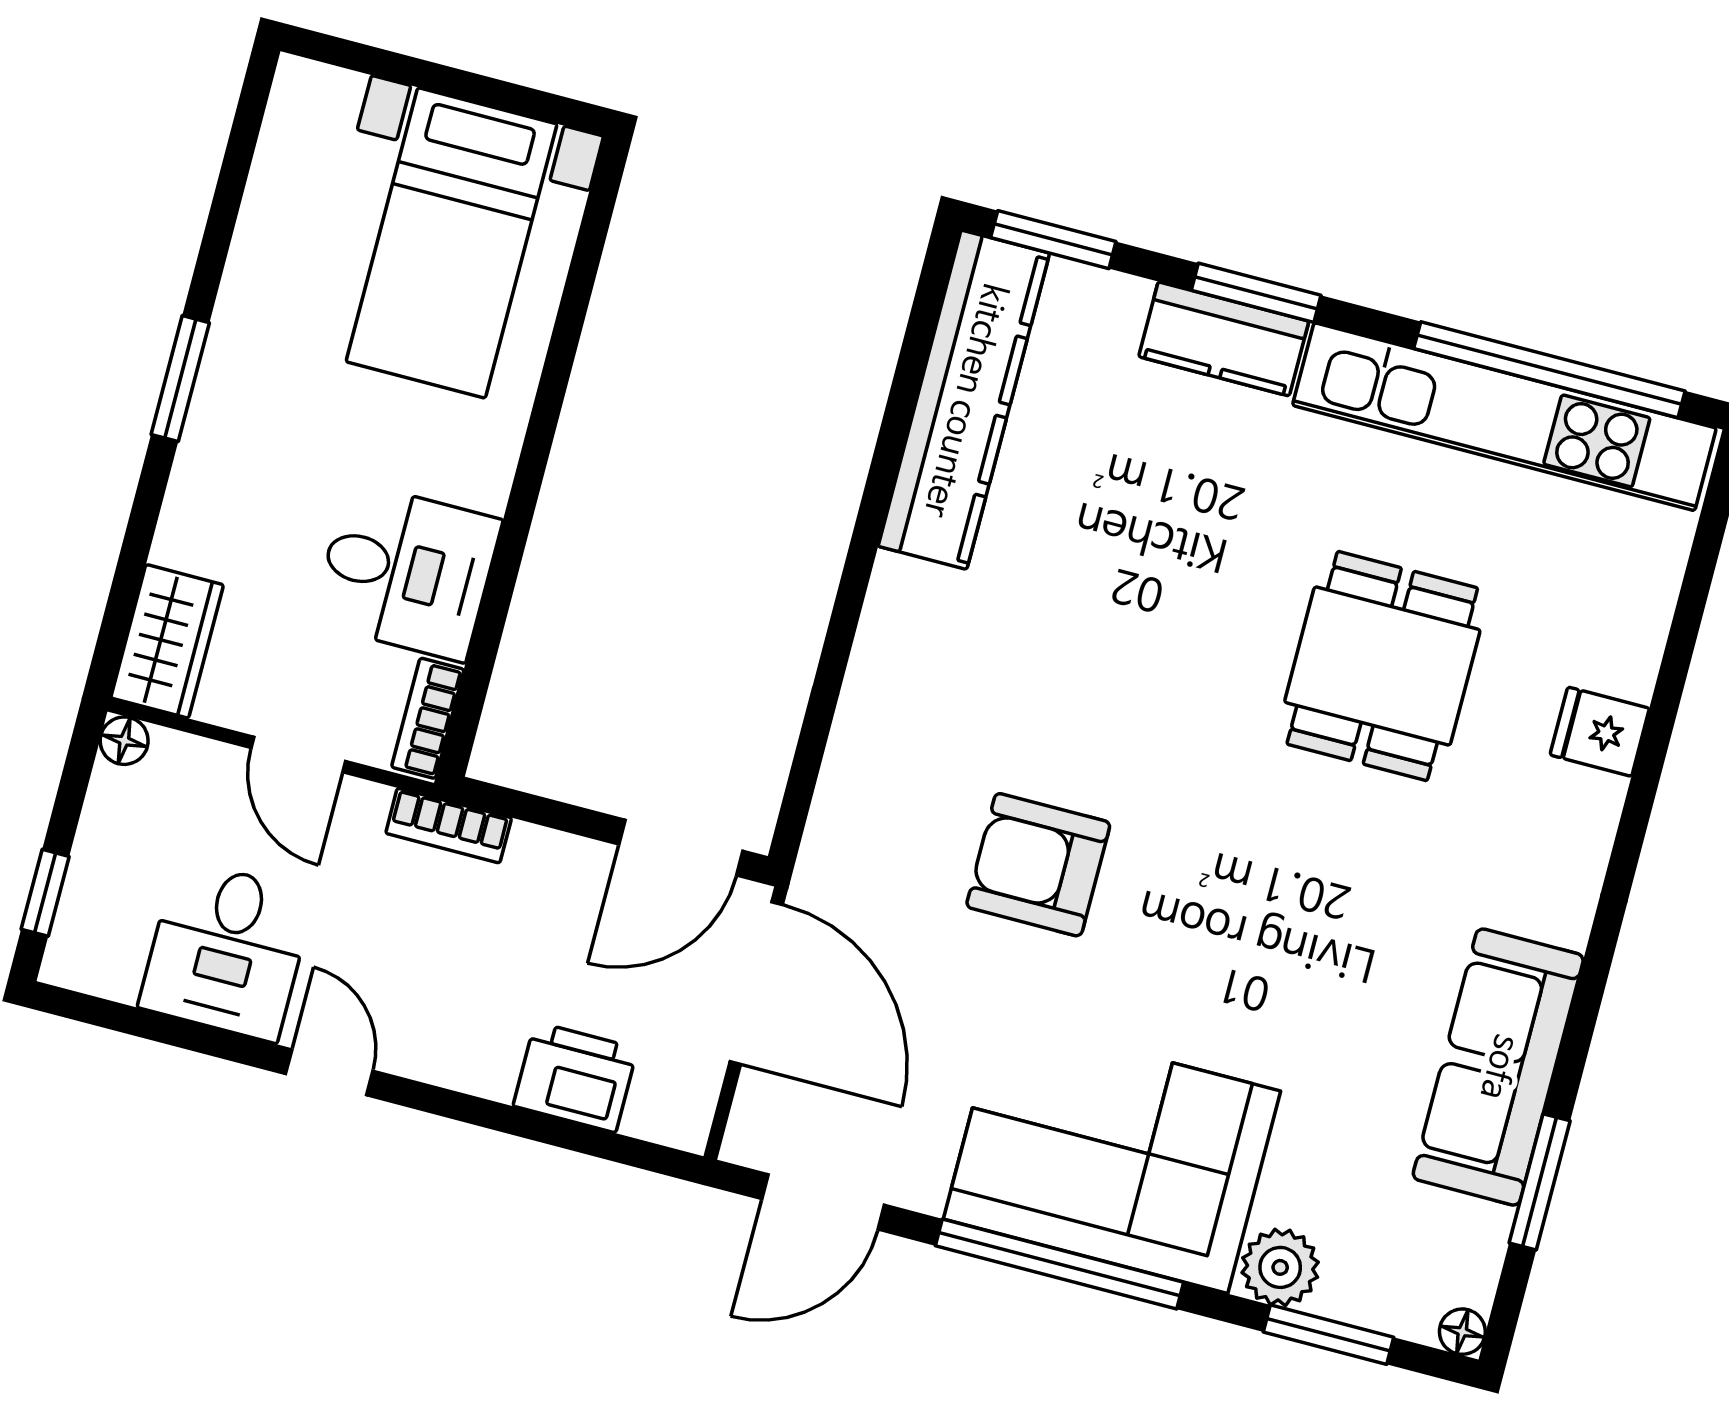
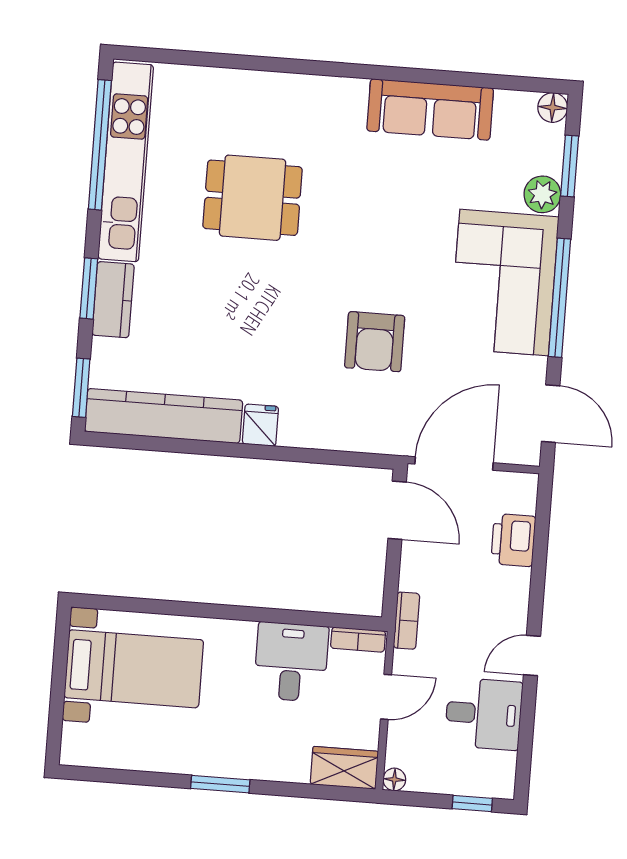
fridge: (1600, 732) -> (260, 425), moved, turned 180
window: (1540, 1182) -> (480, 80), removed
floor lamp: (1462, 1332) -> (553, 107), width x1.37, depth x1.37

